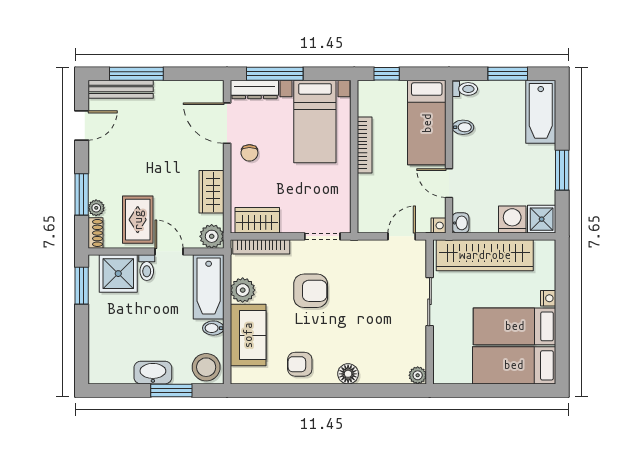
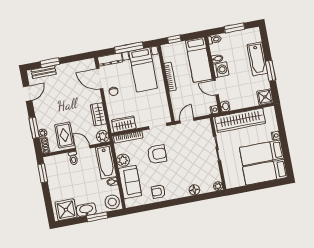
window: (136, 74) -> (50, 63), width x0.69
window: (275, 74) -> (129, 48), moved
bench: (121, 89) -> (44, 72), width x0.73
bathtub: (541, 112) -> (257, 59), moved
washing machine: (512, 220) -> (221, 70), moved, turned 90
door: (402, 236) -> (187, 121), moved
shower: (118, 274) -> (66, 210), moved
floor lamp: (348, 374) -> (194, 190), moved

